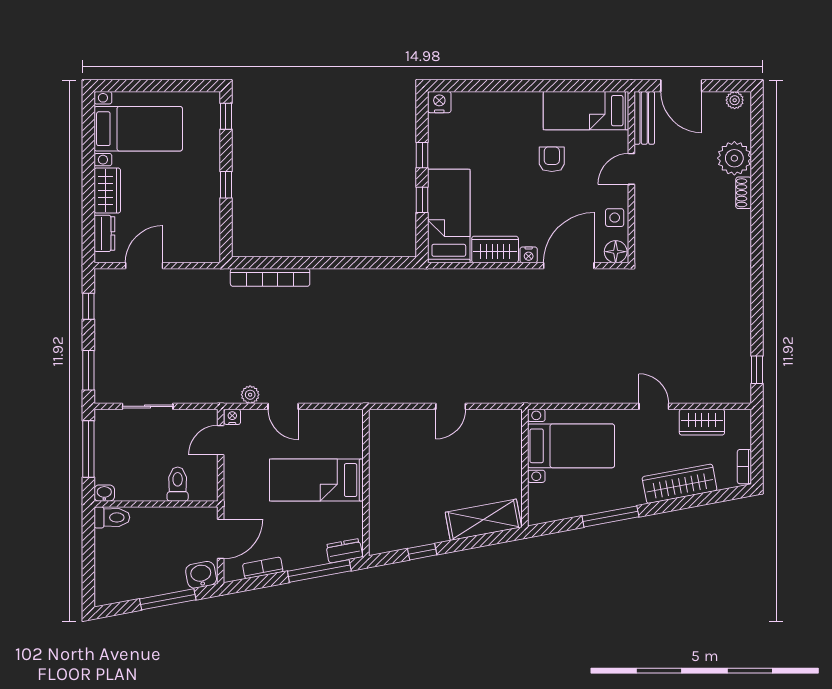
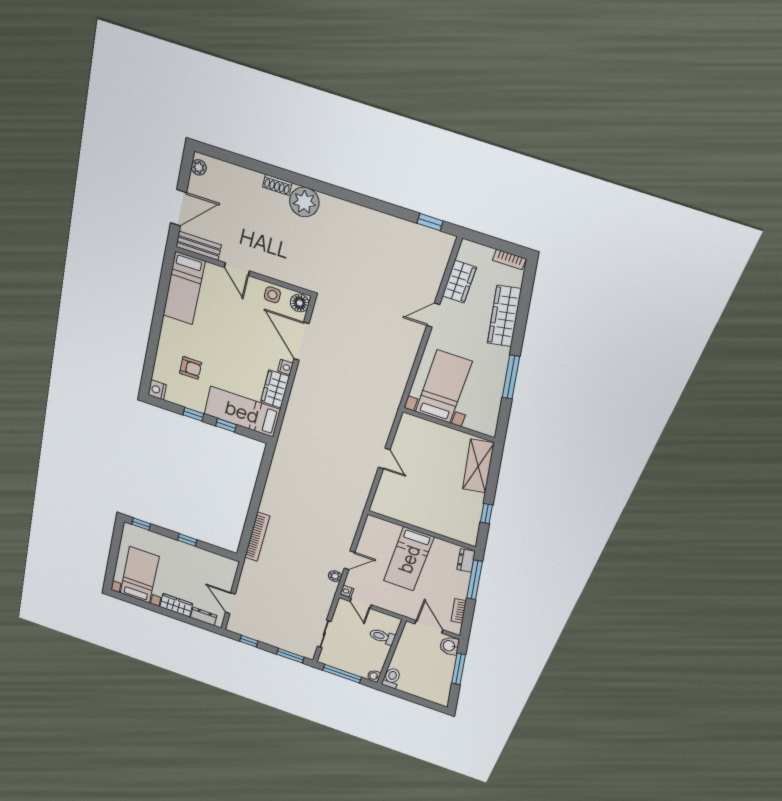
plant: (734, 158) -> (304, 202), moved
armchair: (552, 159) -> (191, 368), moved, turned 180

